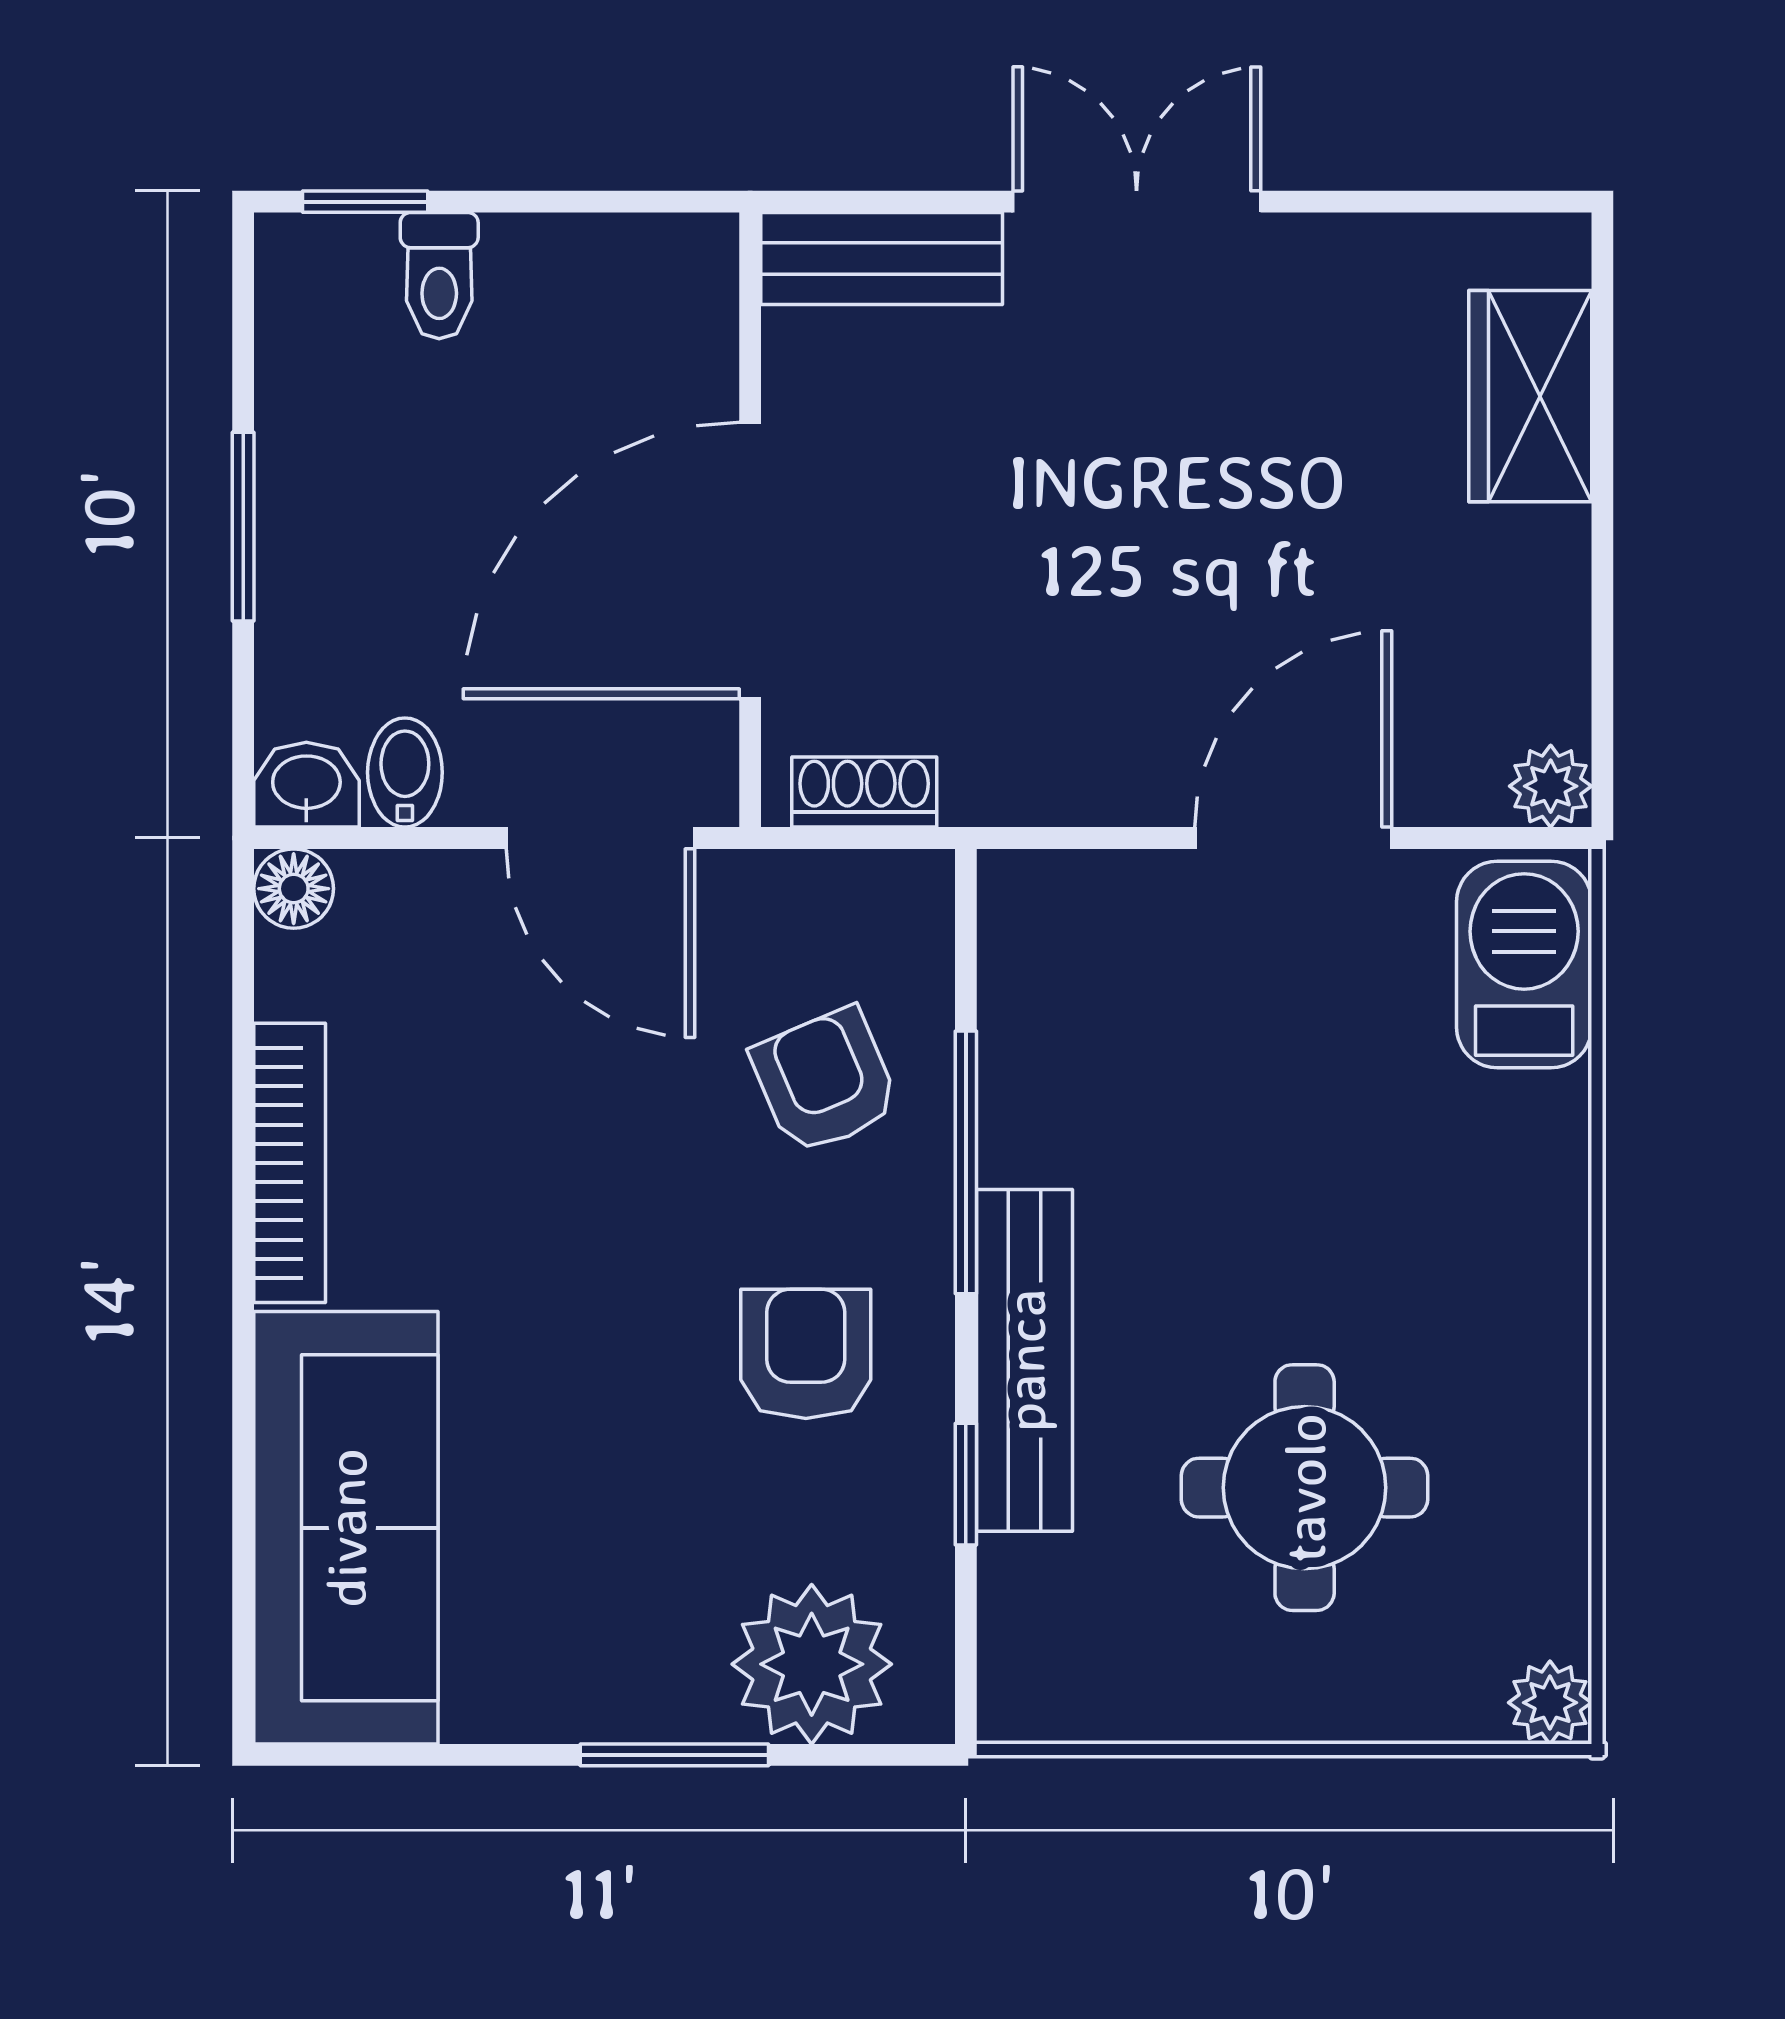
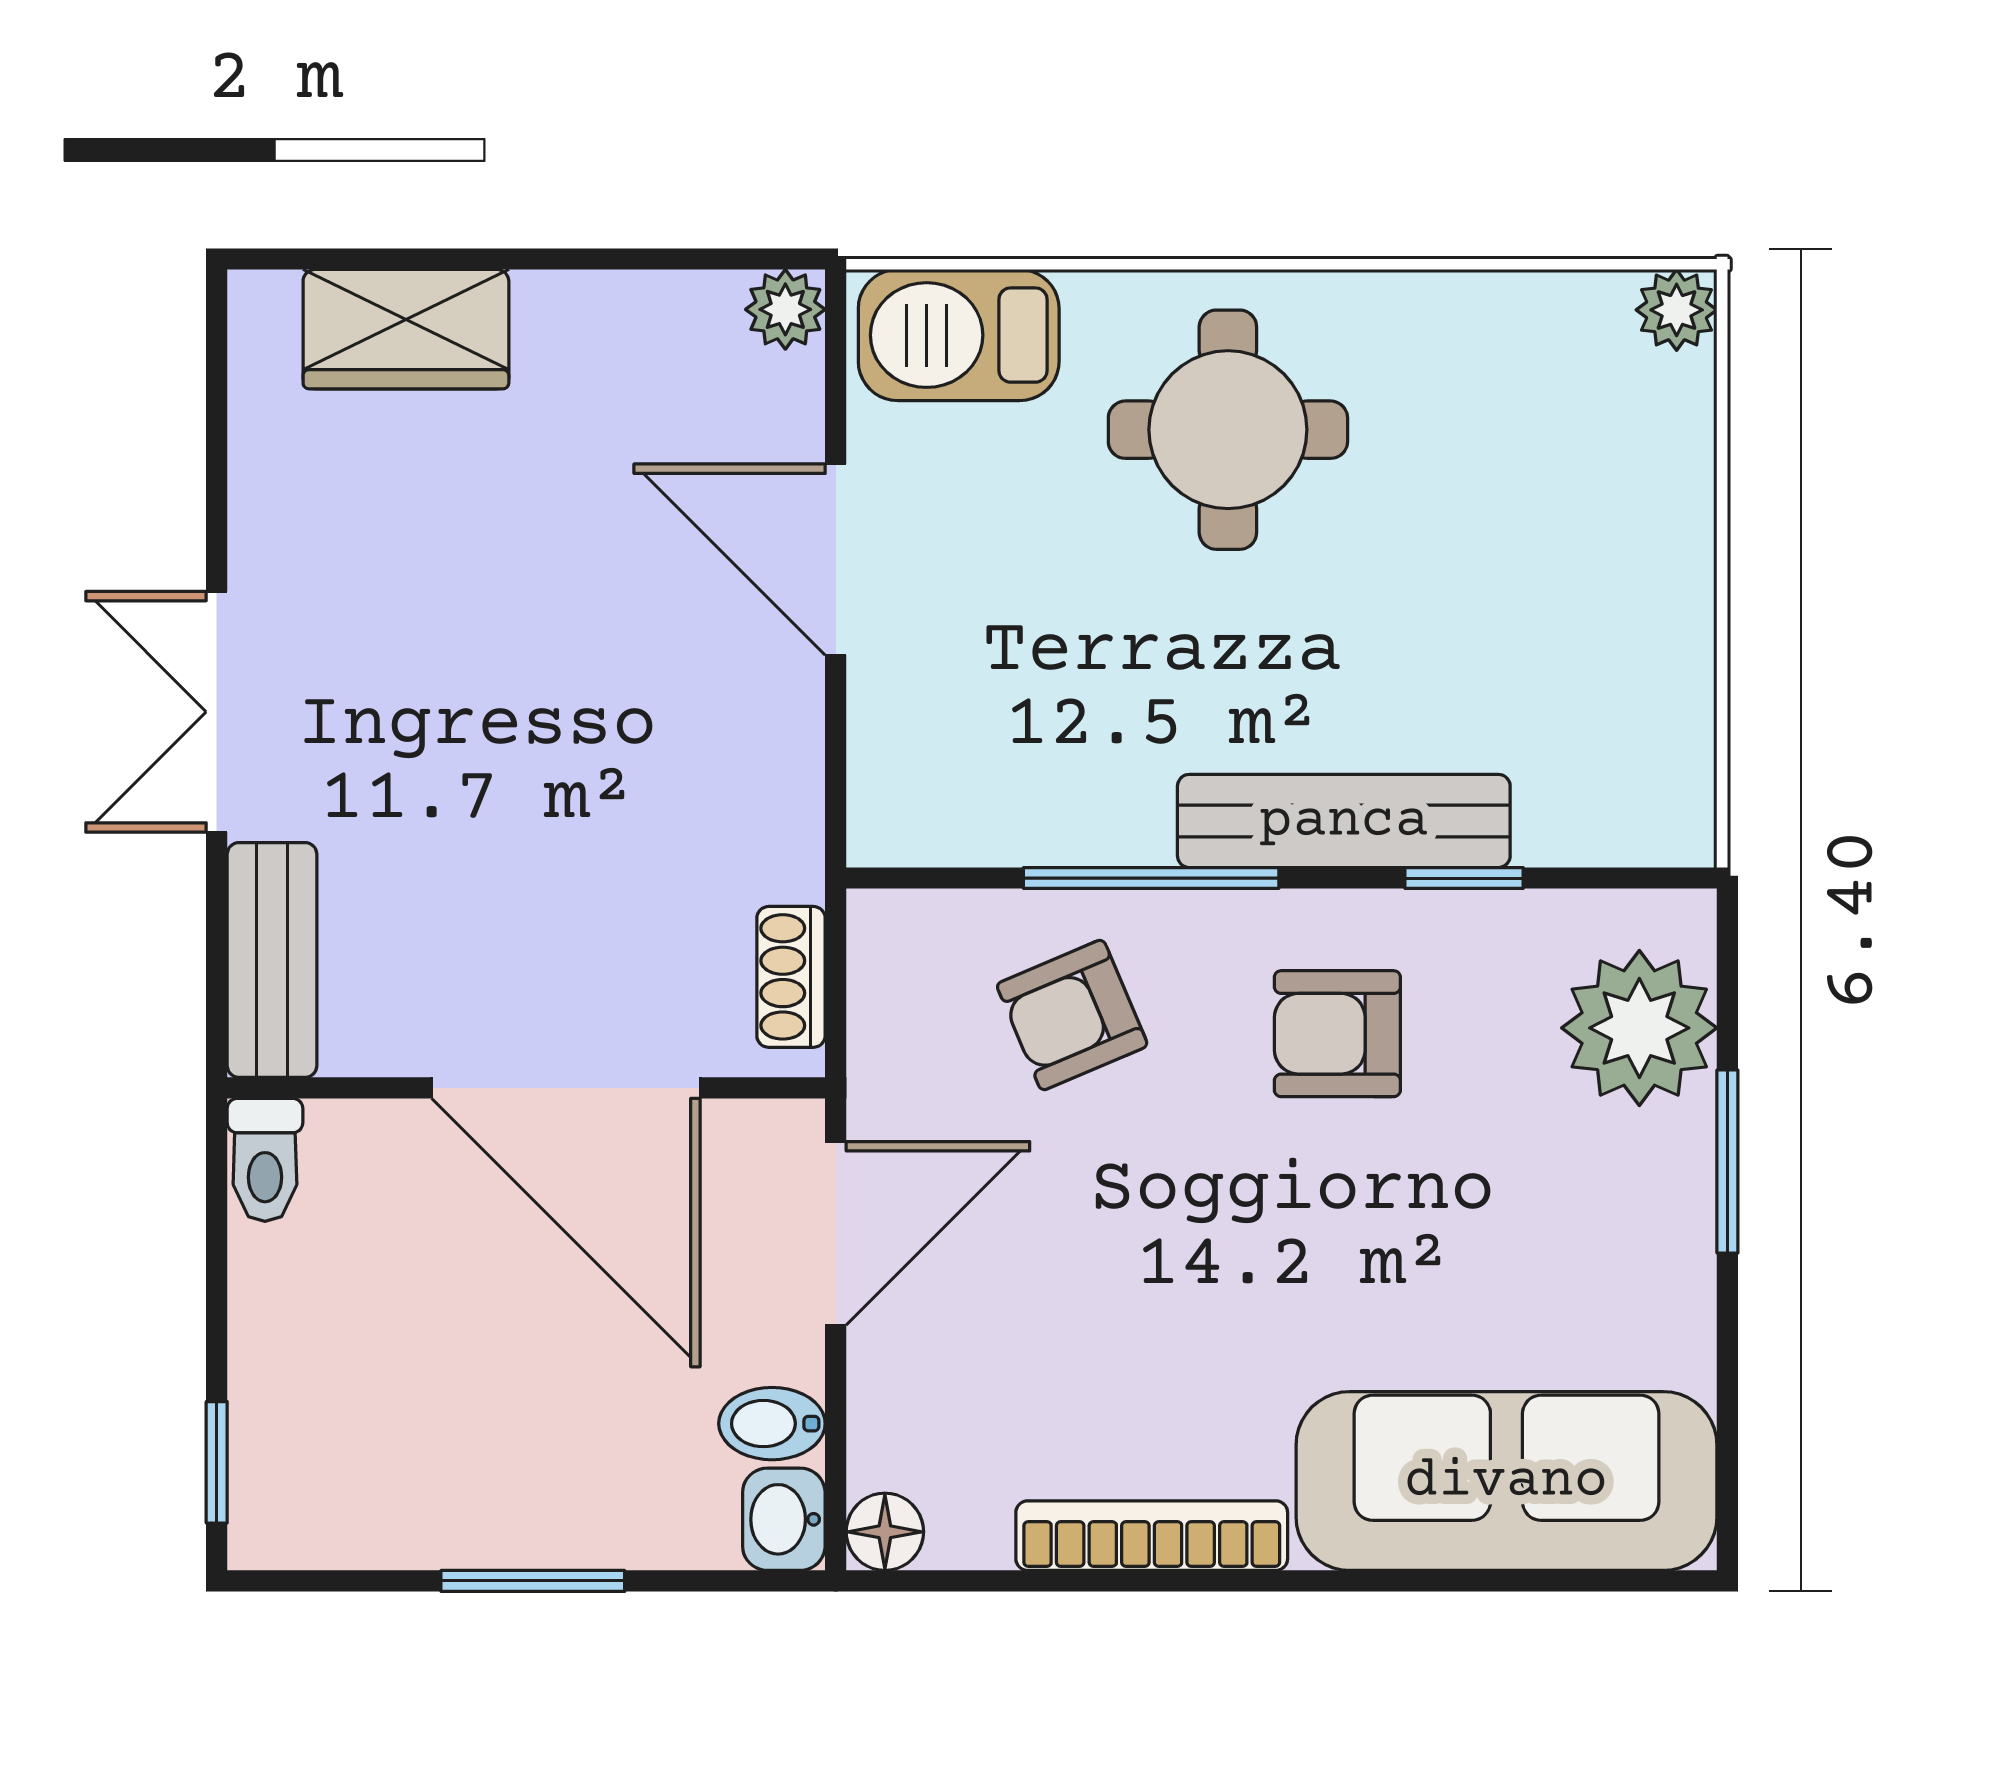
toilet: (439, 276) -> (265, 1160), moved, turned 90
round table: (1305, 1488) -> (1228, 430), moved

